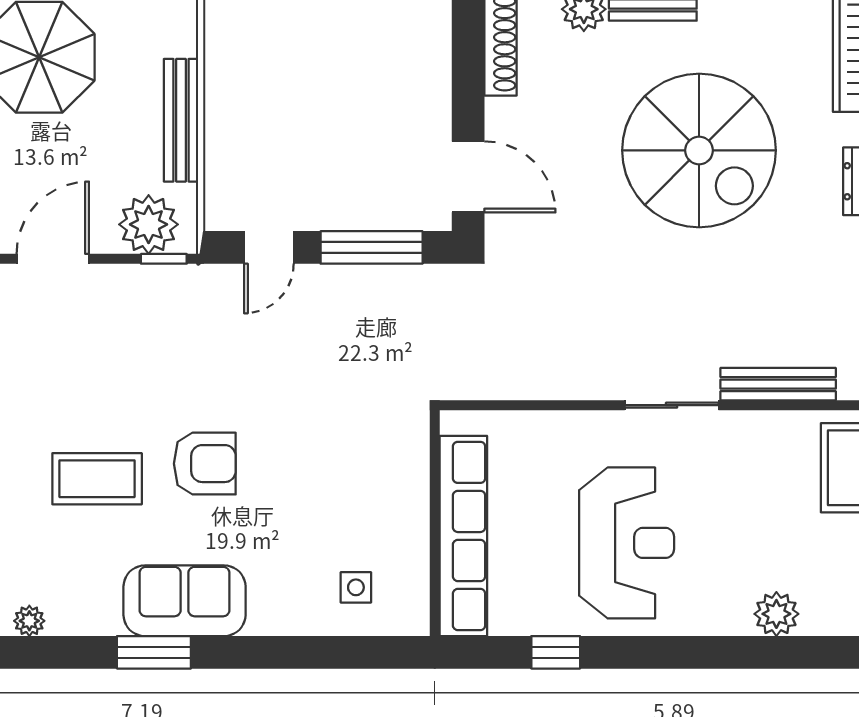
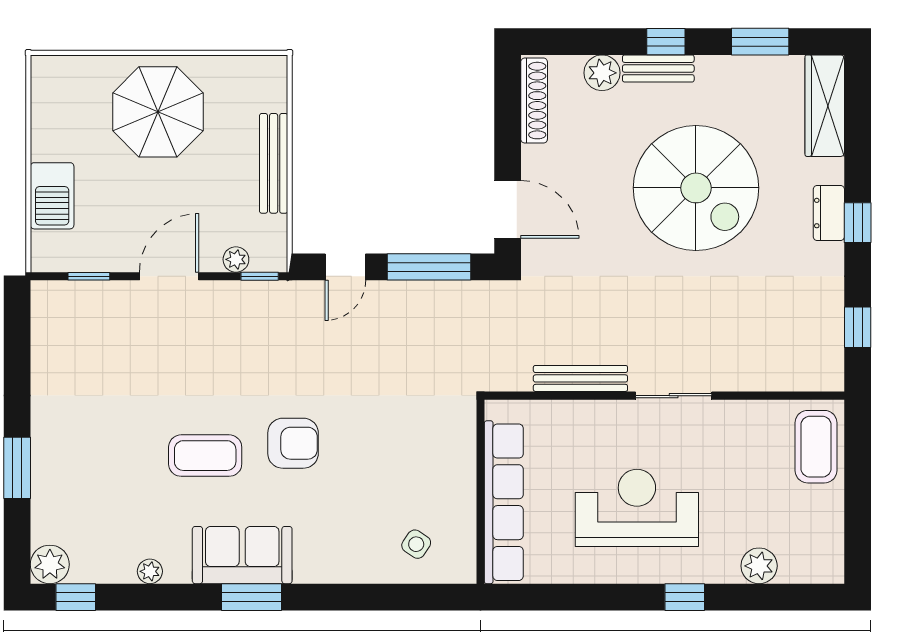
plant: (149, 224) -> (236, 259), width x0.53, depth x0.53
bench: (778, 384) -> (580, 378), moved
reception desk: (627, 543) -> (637, 508), turned -90
side table: (356, 587) -> (416, 544), turned 34
sofa: (185, 601) -> (242, 555), moved
window: (556, 652) -> (685, 597), moved

